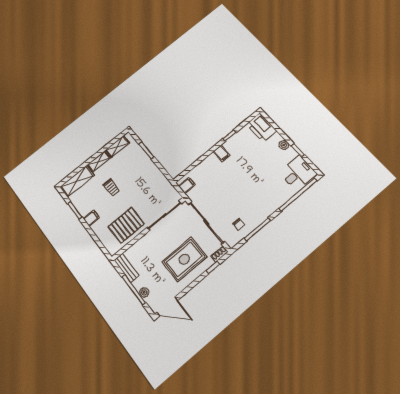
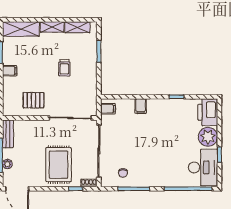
plant: (284, 145) -> (208, 137), width x1.88, depth x1.88
filing cabinet: (222, 153) -> (141, 106), moved
desk: (298, 173) -> (203, 167), width x1.37
trolley: (111, 187) -> (64, 68), moved
pallet: (126, 225) -> (34, 100), width x0.67, depth x0.71
rug: (184, 259) -> (59, 165), turned 90

